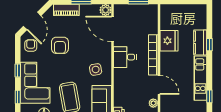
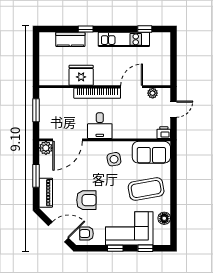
kitchen counter: (200, 42) -> (70, 39), moved

